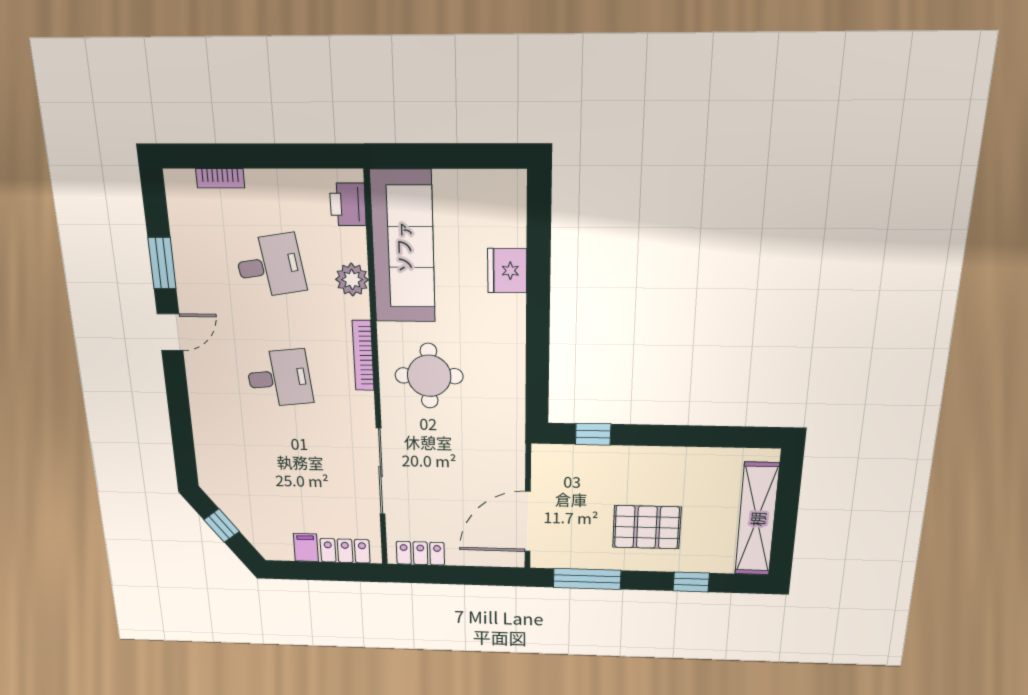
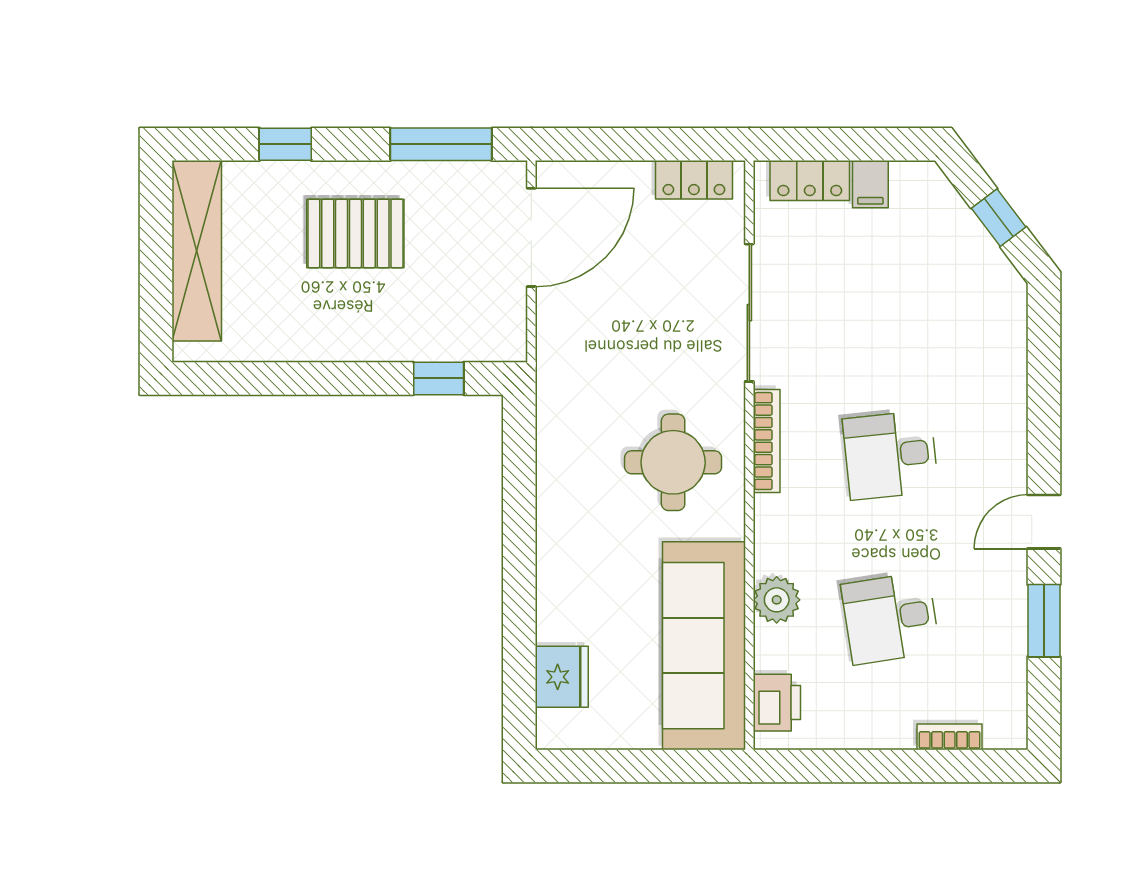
fridge: (507, 271) -> (562, 677), moved
bookcase: (363, 356) -> (767, 441), moved

